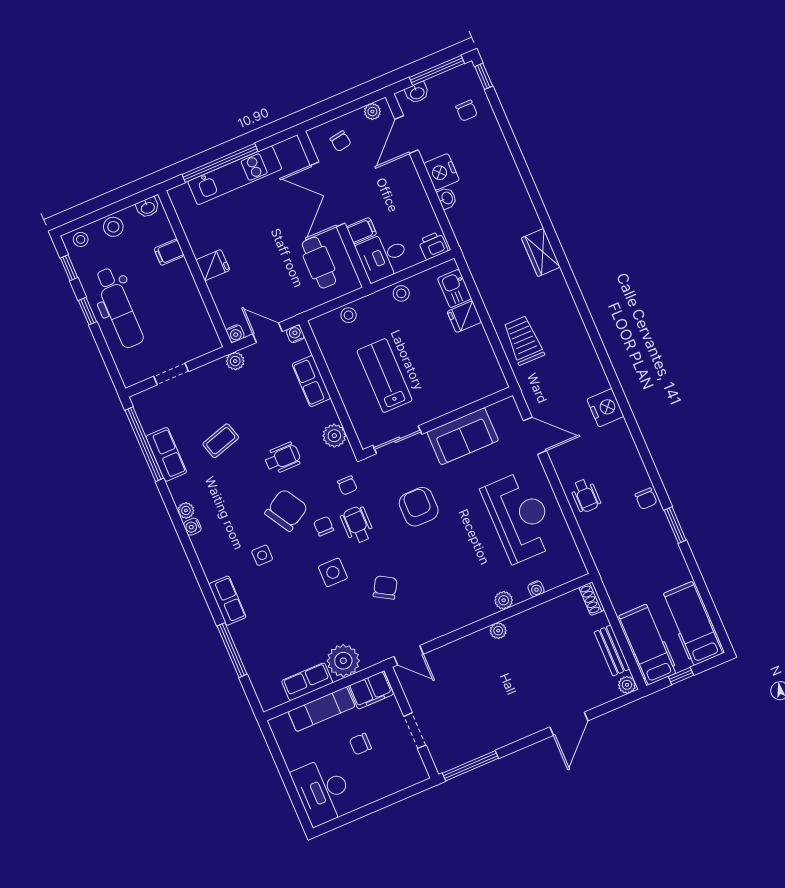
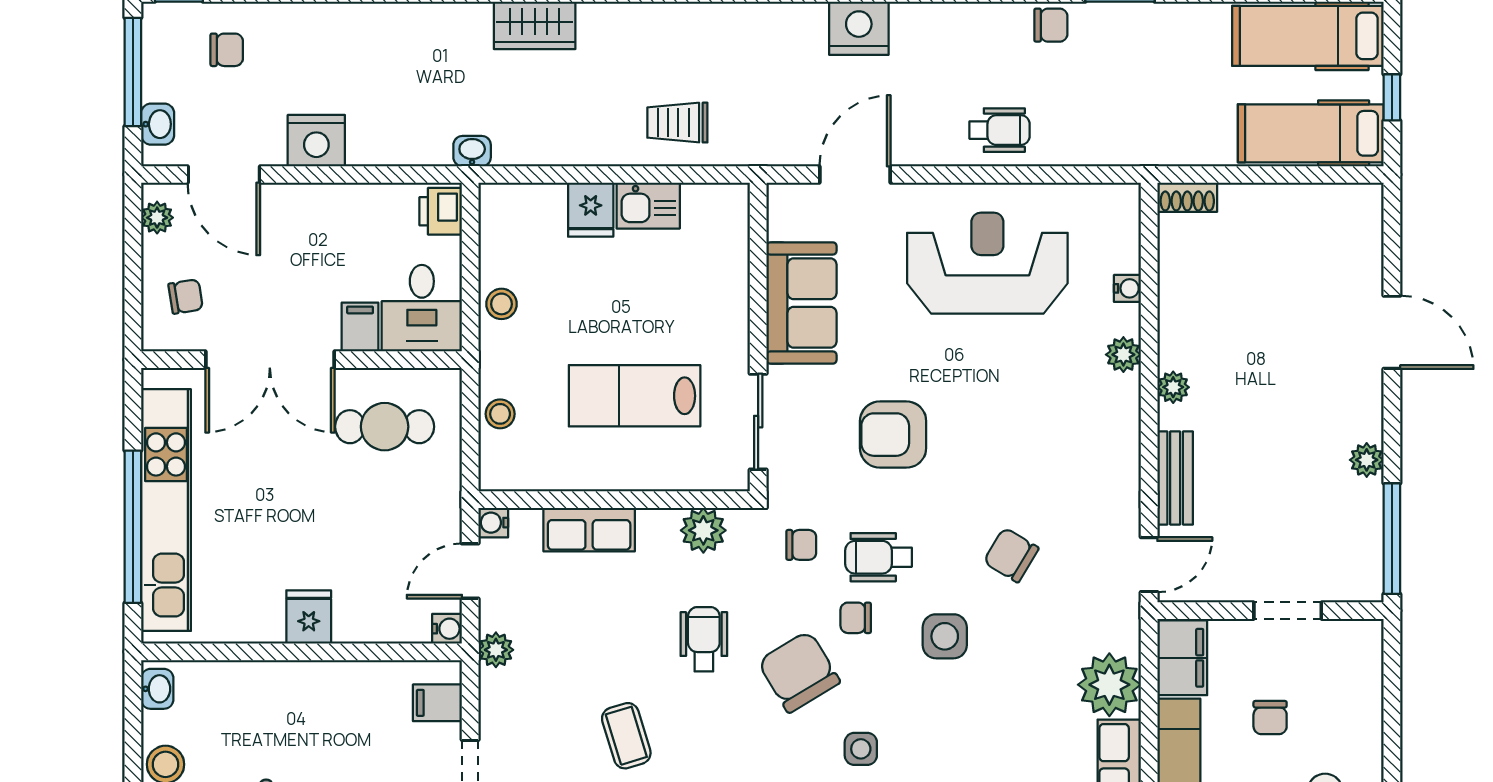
kitchen unit: (235, 175) -> (166, 510), width x1.36
washbasin: (447, 198) -> (472, 151), moved
filing cabinet: (169, 252) -> (437, 703), moved, turned 90
kitchen sink: (455, 288) -> (648, 206), moved
trolley: (524, 340) -> (677, 123), width x0.73, depth x0.72
bench: (612, 651) -> (1175, 478), moved, turned 90
plant: (627, 685) -> (1367, 460), moved

